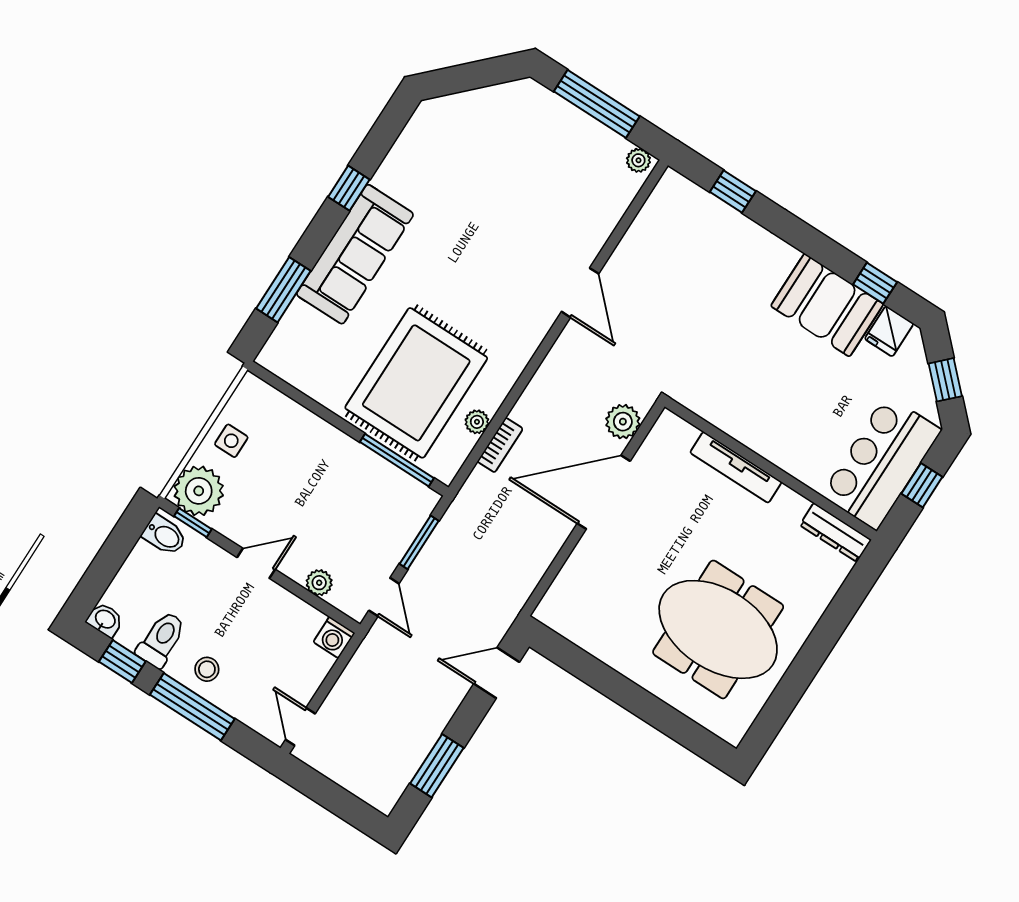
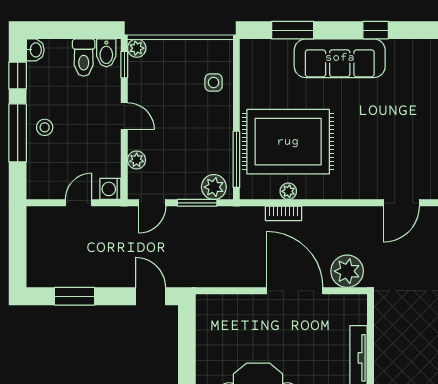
plant: (623, 422) -> (347, 271), width x1.36, depth x1.36
side table: (231, 441) -> (214, 83), moved
plant: (199, 491) -> (137, 48), width x0.53, depth x0.53
plant: (413, 509) -> (214, 187), added
toilet: (161, 639) -> (84, 57), moved, turned 90
door: (300, 727) -> (78, 203), moved

